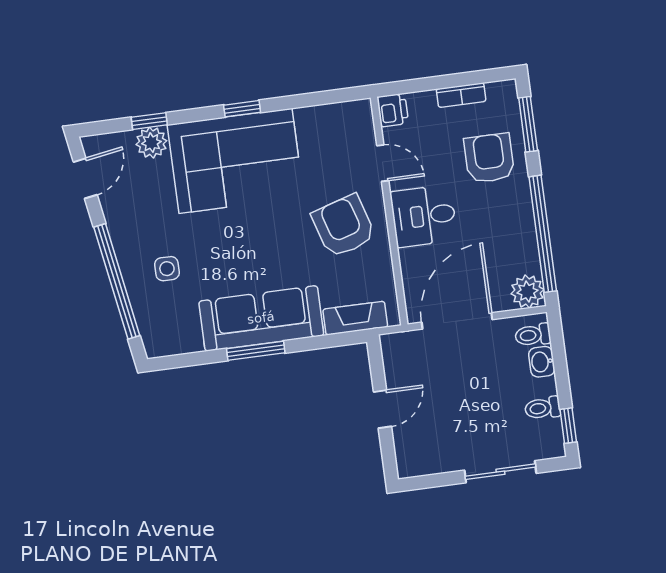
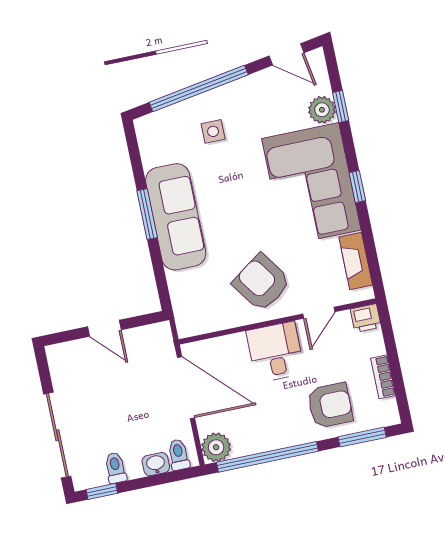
armchair: (344, 226) -> (262, 283), turned -108
fireplace: (355, 318) -> (356, 261), moved, turned 180
sliding door: (500, 472) -> (57, 435), width x1.37

